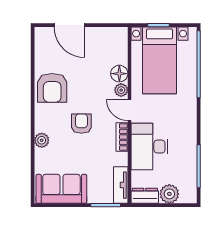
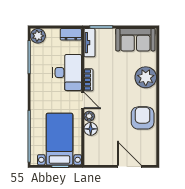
armchair: (81, 124) -> (120, 90), removed
plant: (42, 140) -> (146, 77), width x1.87, depth x1.87
plant: (169, 194) -> (38, 36), moved

